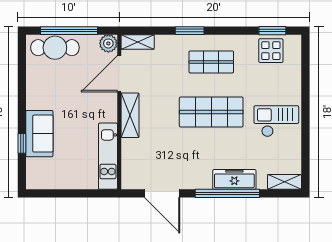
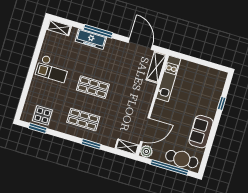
shop shelf: (211, 112) -> (93, 87), width x0.70, depth x0.74
shelving: (130, 115) -> (156, 67), moved
sofa: (39, 134) -> (201, 132), moved
window: (227, 193) -> (98, 31), width x0.68

